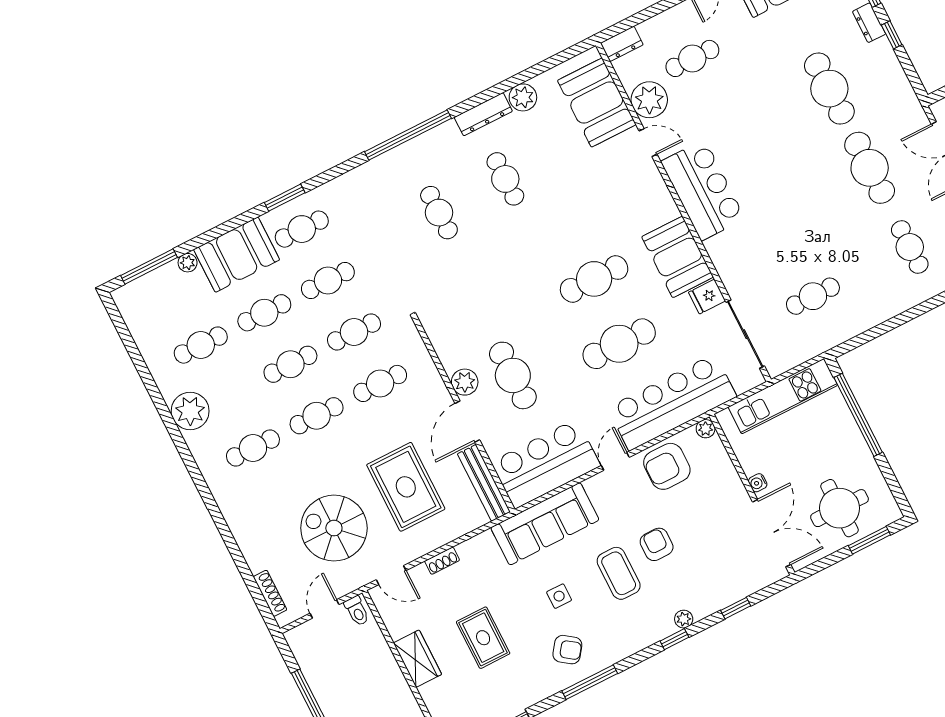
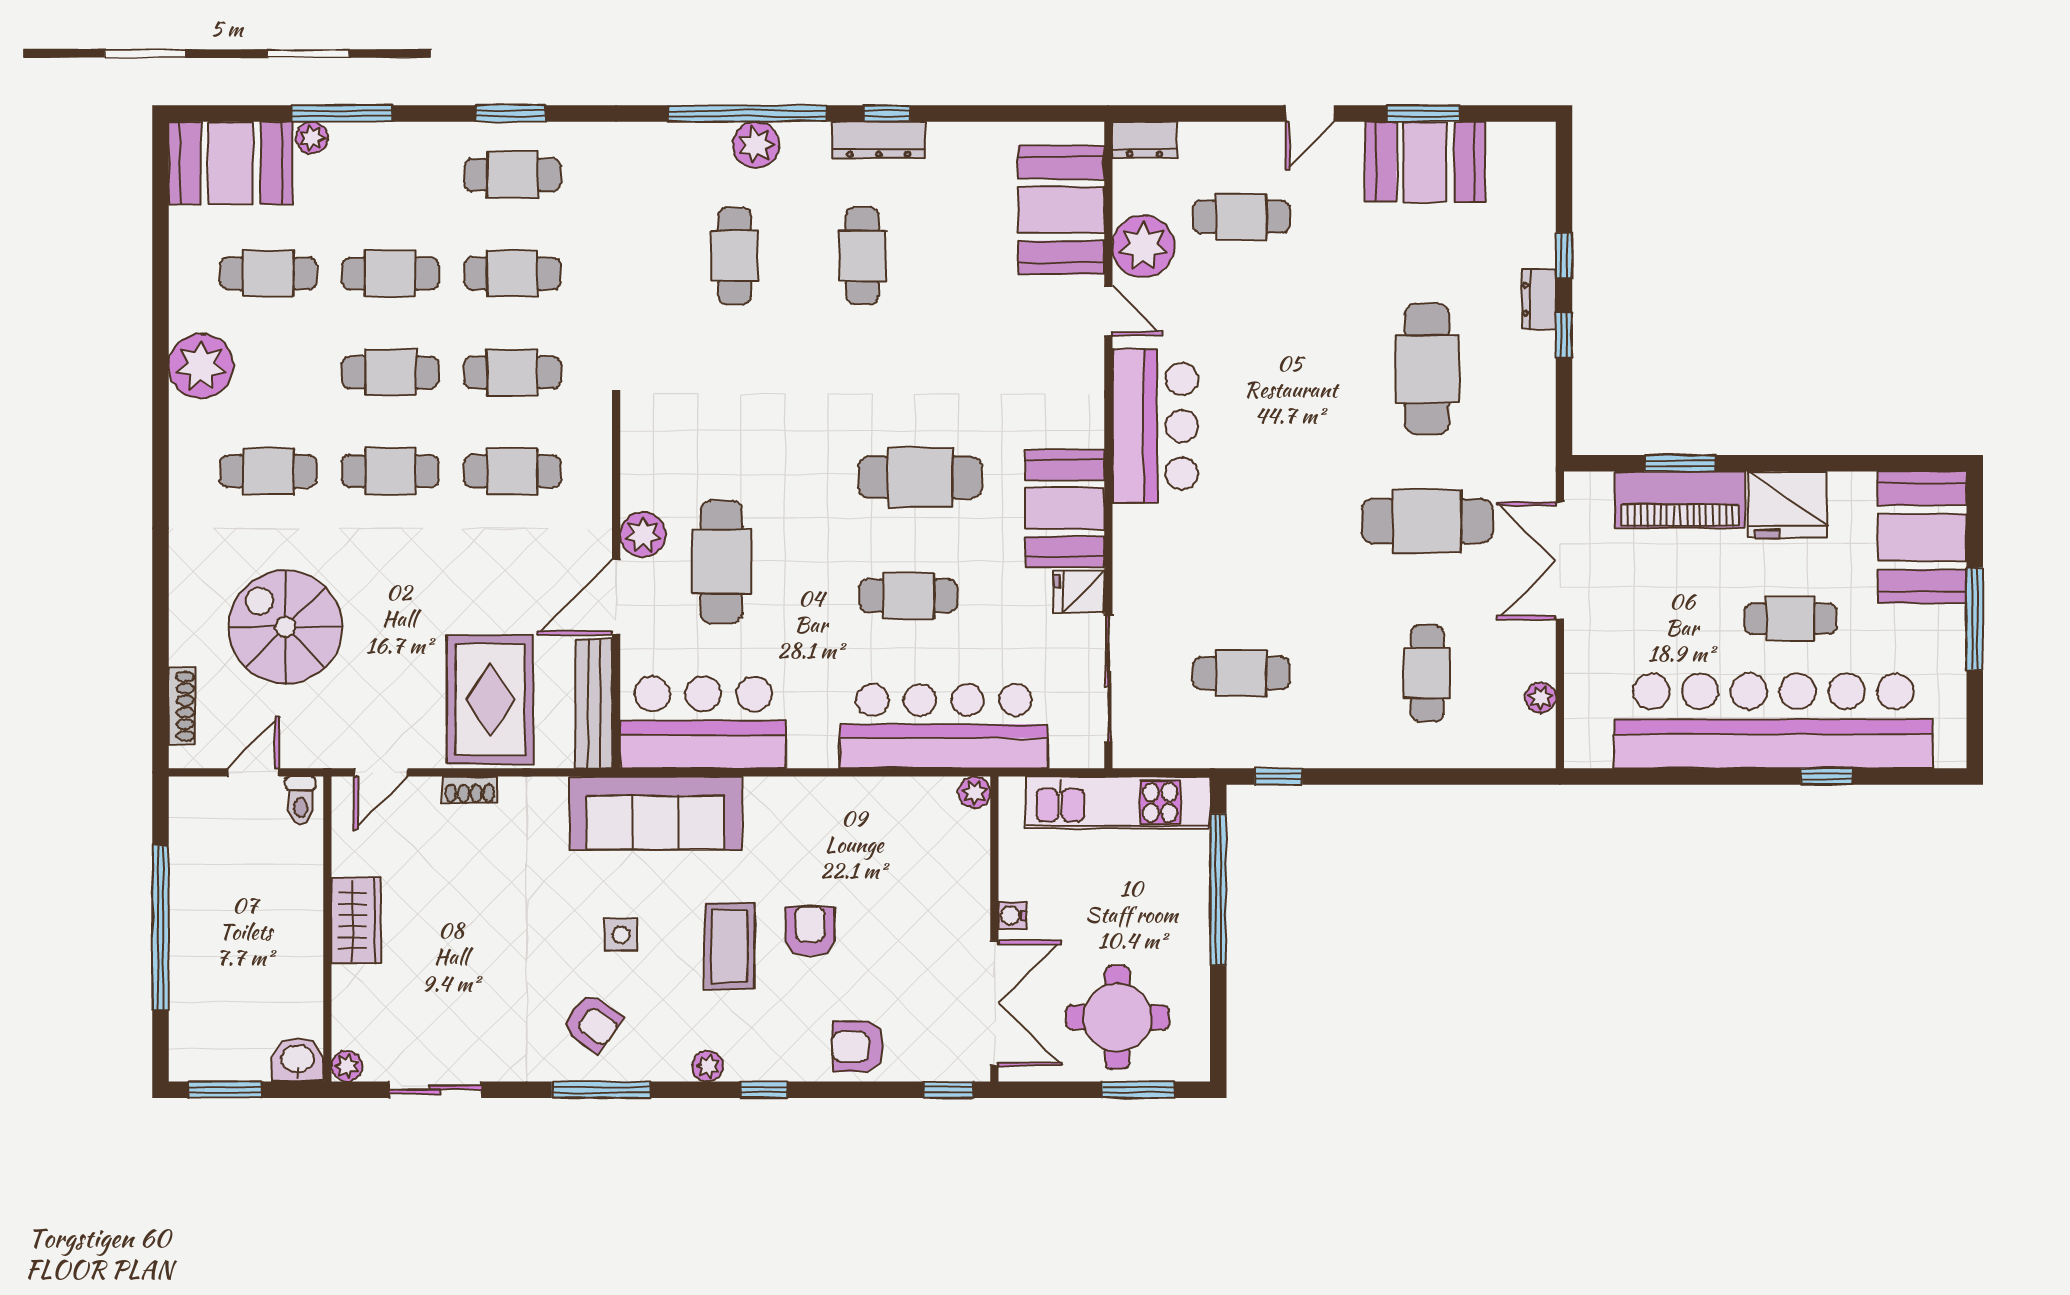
plant: (523, 97) -> (756, 145), moved
window: (481, 98) -> (887, 113), added
cafe table: (870, 168) -> (1427, 521), turned 90
booth: (237, 255) -> (231, 163), moved
window: (149, 266) -> (342, 113), moved
window: (860, 340) -> (1278, 776), added
cafe table: (619, 344) -> (908, 596), width x0.73, depth x0.74
door: (615, 461) -> (811, 772), removed
armchair: (667, 466) -> (858, 1047), moved, width x0.72, depth x0.72
rug: (406, 487) -> (490, 700), moved
spiral stairs: (334, 528) -> (285, 627), moved
door: (391, 575) -> (381, 772), hinge flipped
window: (736, 608) -> (948, 1090), moved
plant: (684, 619) -> (708, 1066), moved
rug: (483, 638) -> (473, 939), removed

